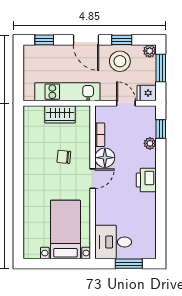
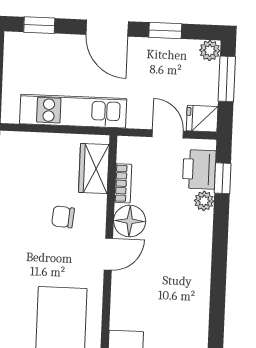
stool: (120, 61) -> (161, 65), removed
wardrobe: (60, 114) -> (94, 169), moved, turned 90
printer: (146, 180) -> (199, 169), moved

